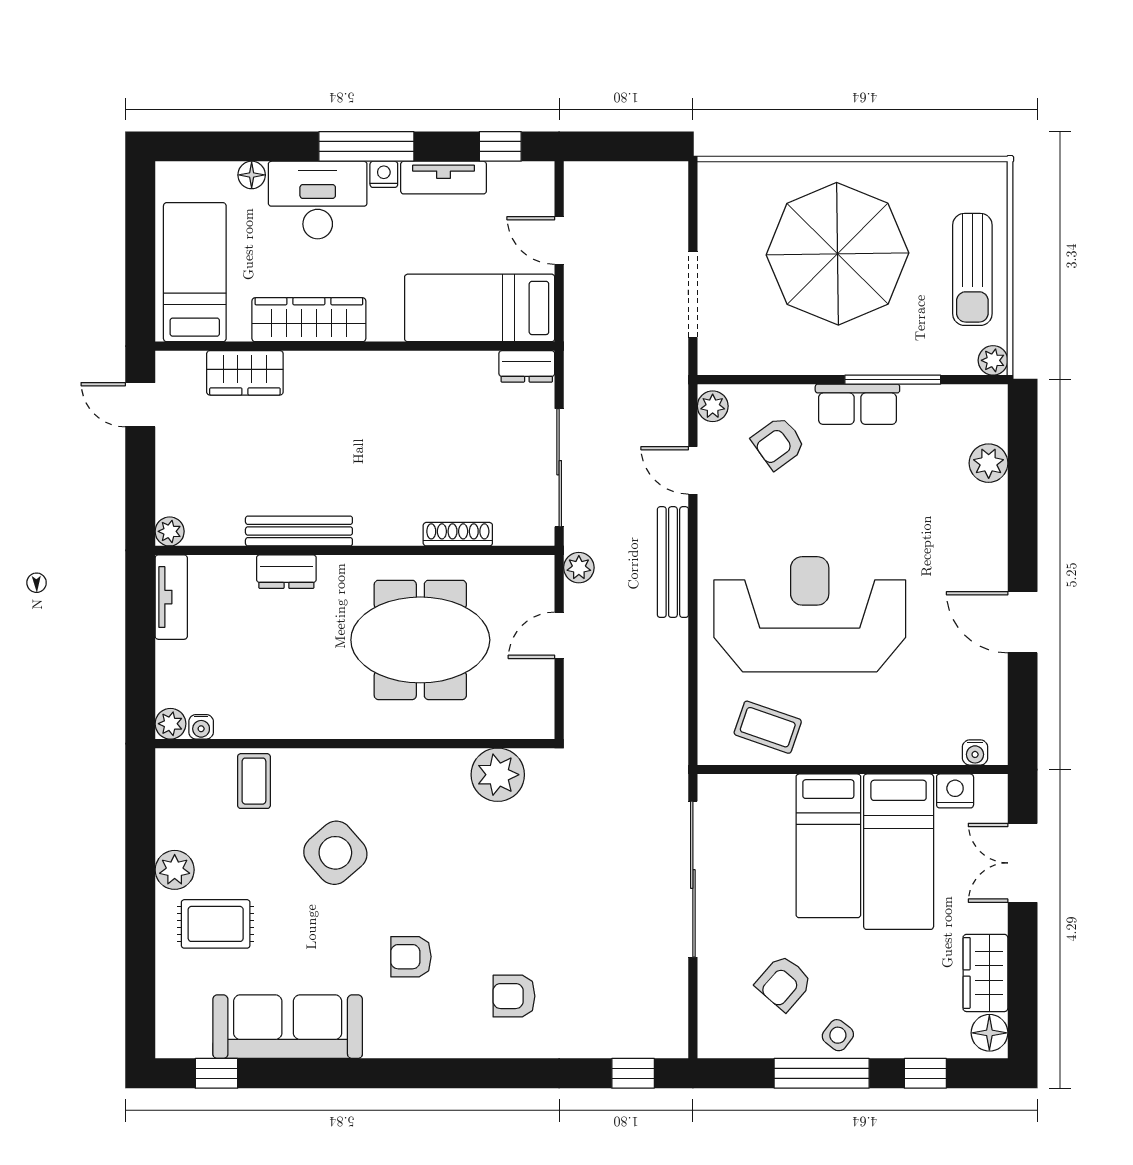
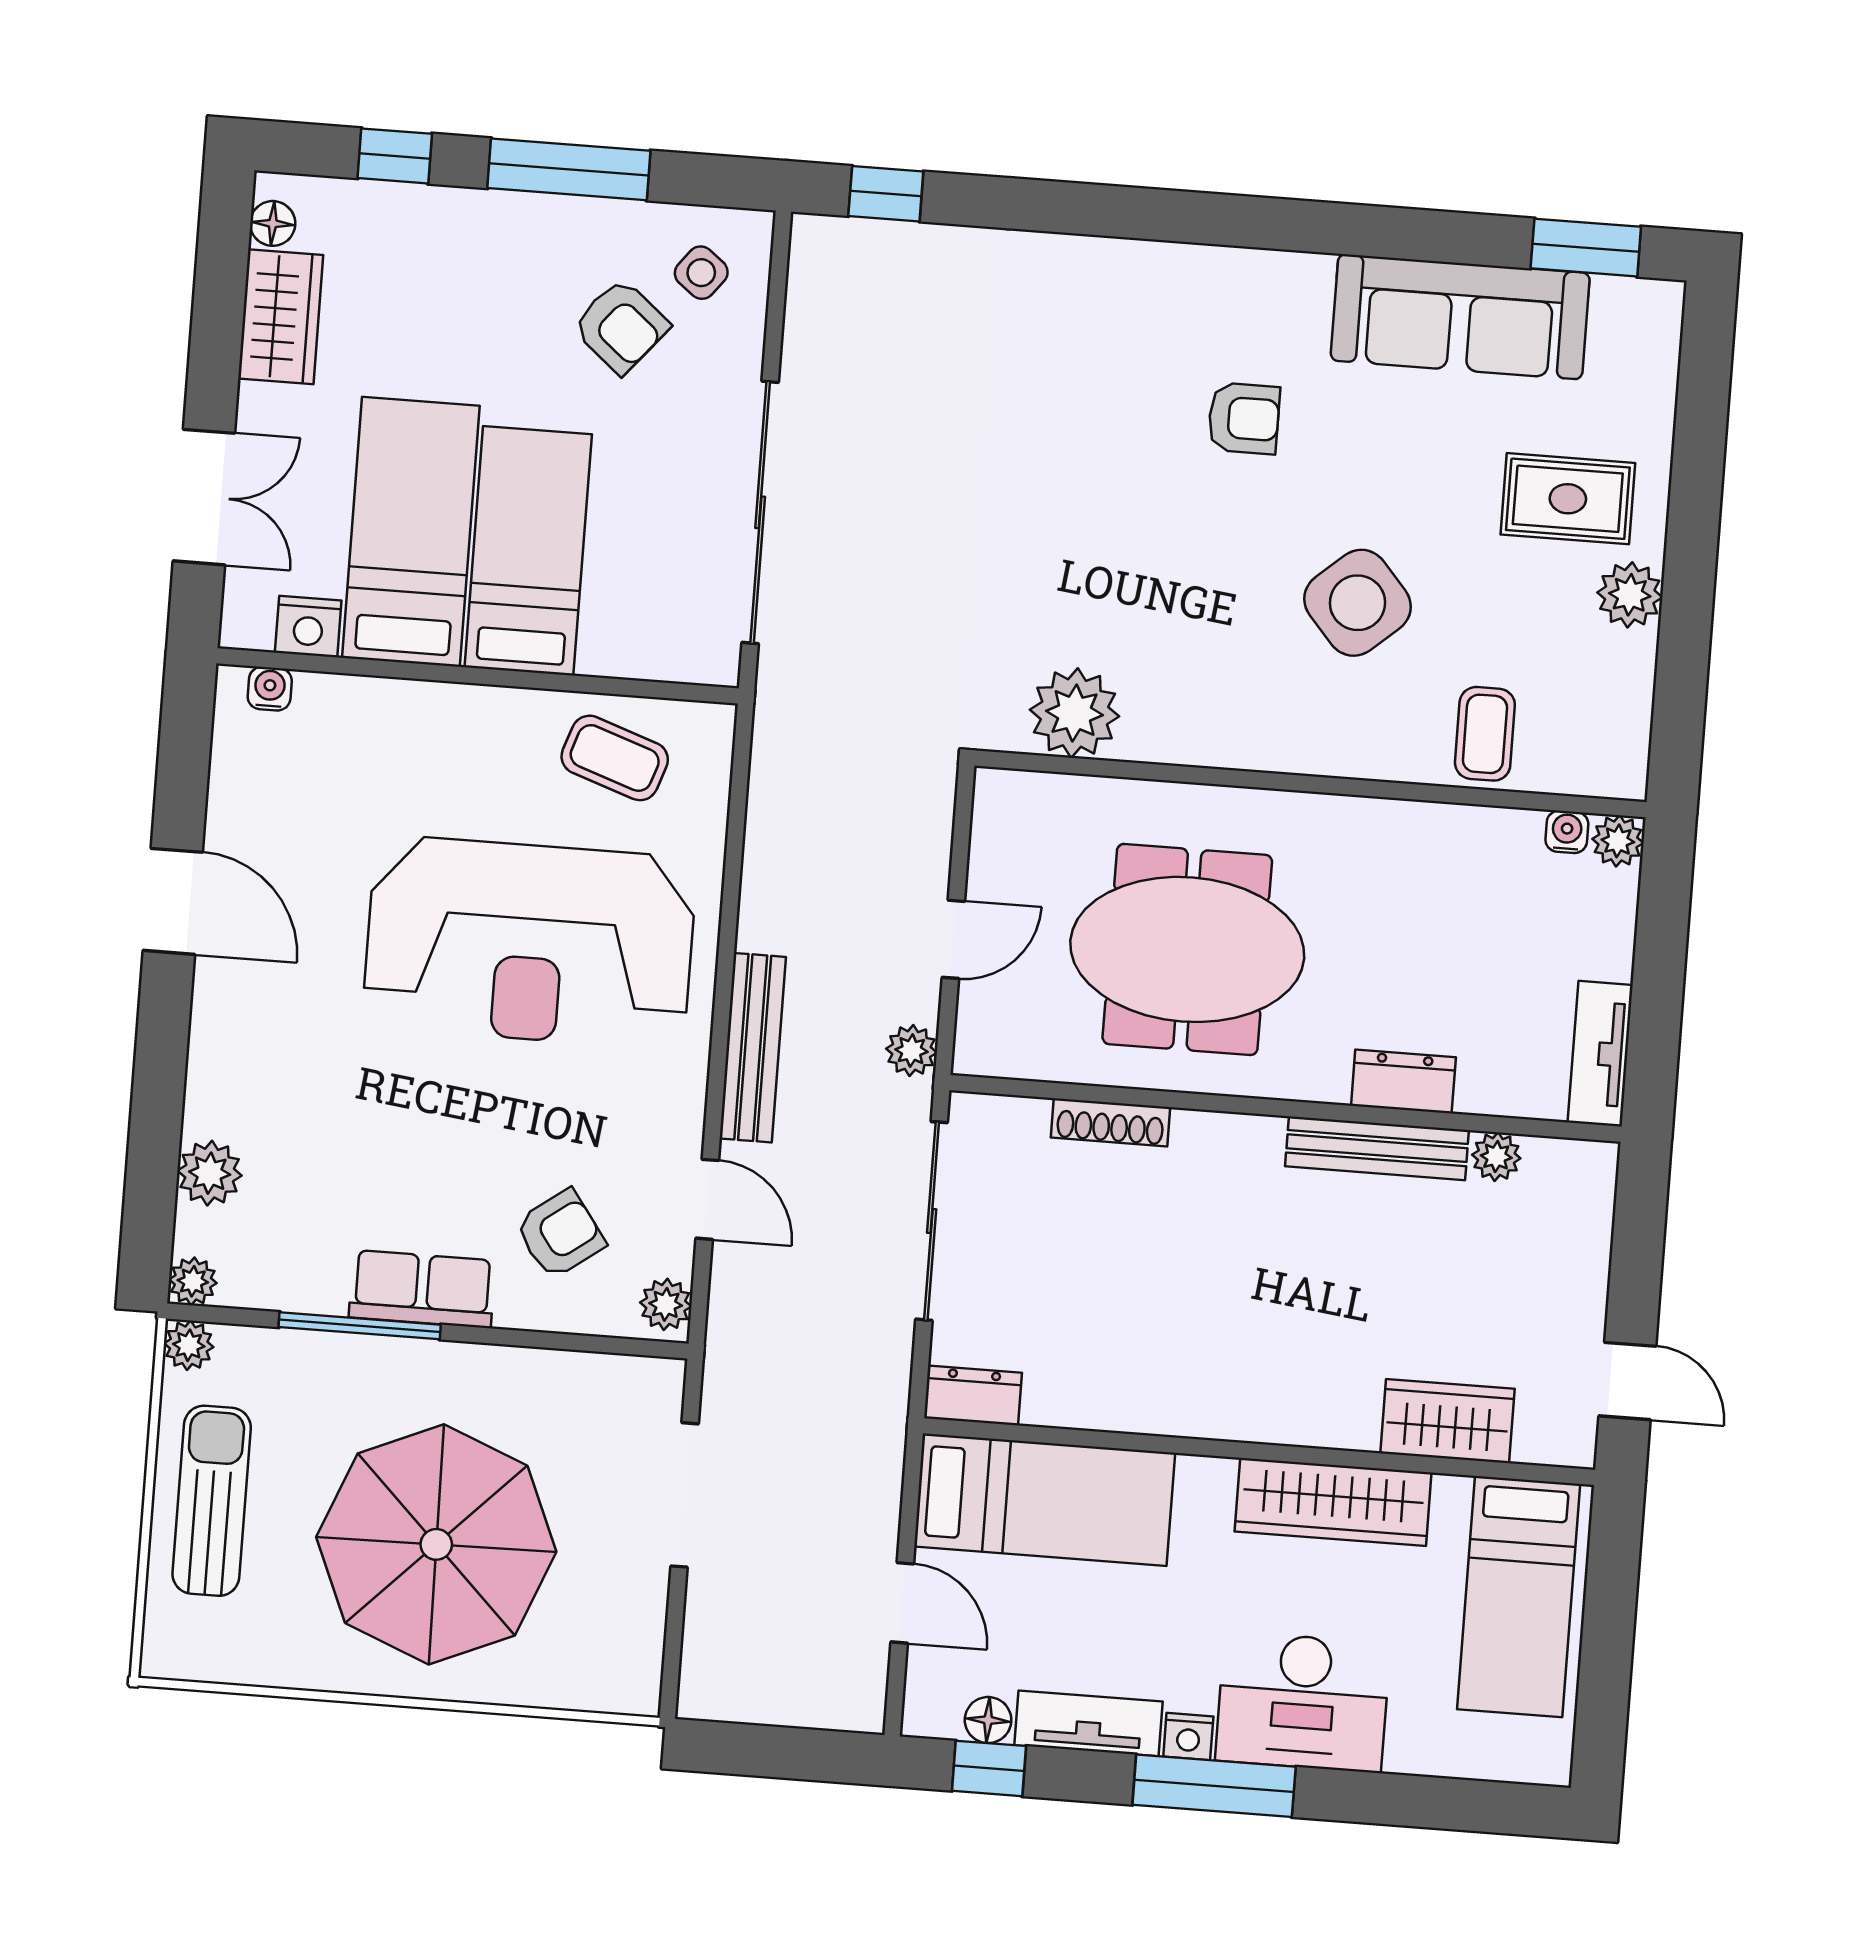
floor lamp: (252, 175) -> (988, 1720), moved
plant: (993, 398) -> (193, 1281), added
plant: (170, 531) -> (1496, 1157), moved
armchair: (784, 983) -> (621, 326), turned 89
armchair: (514, 996) -> (1076, 339), removed
floor lamp: (989, 1033) -> (273, 223), width x0.73, depth x0.73
side table: (838, 1035) -> (701, 273), moved
window: (216, 1073) -> (1586, 248), width x1.50

